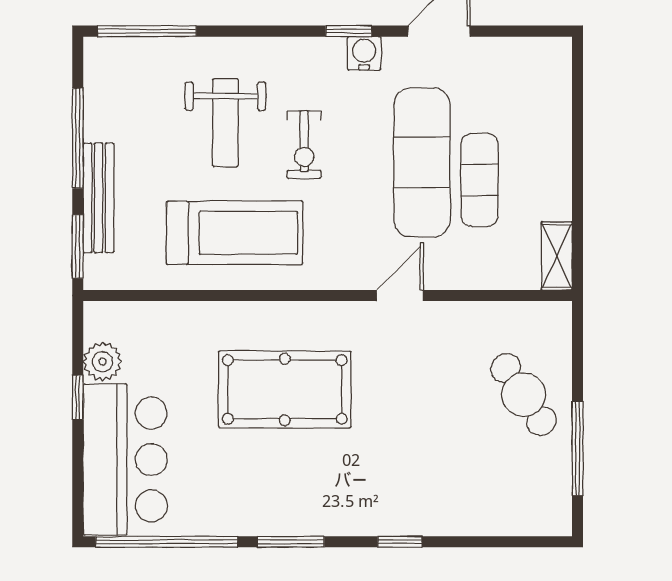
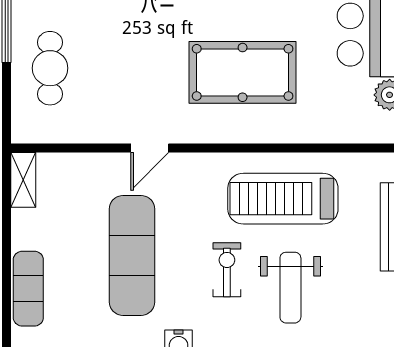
weight bench: (225, 123) -> (290, 288), turned 180
exercise mat: (480, 180) -> (28, 289), moved
cafe table: (524, 395) -> (50, 68), turned 34

